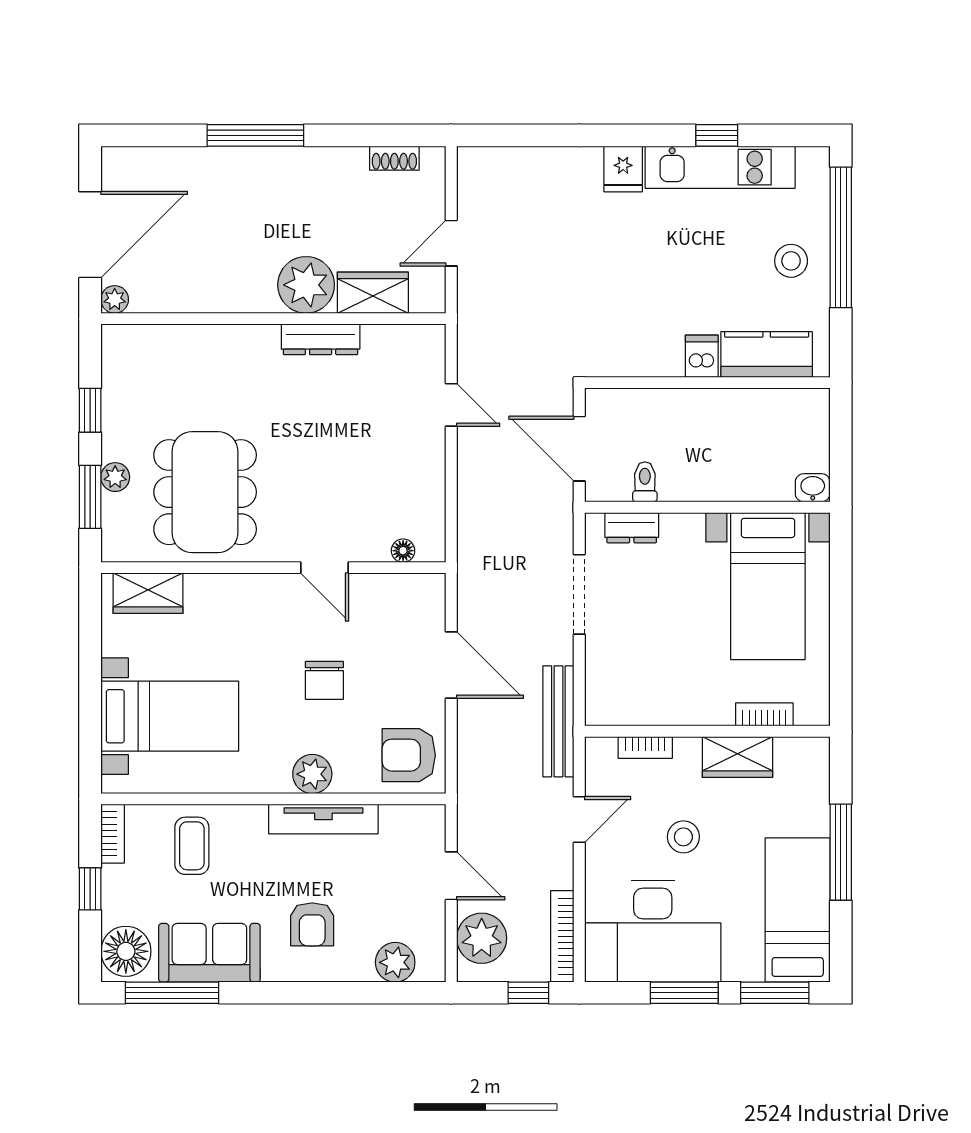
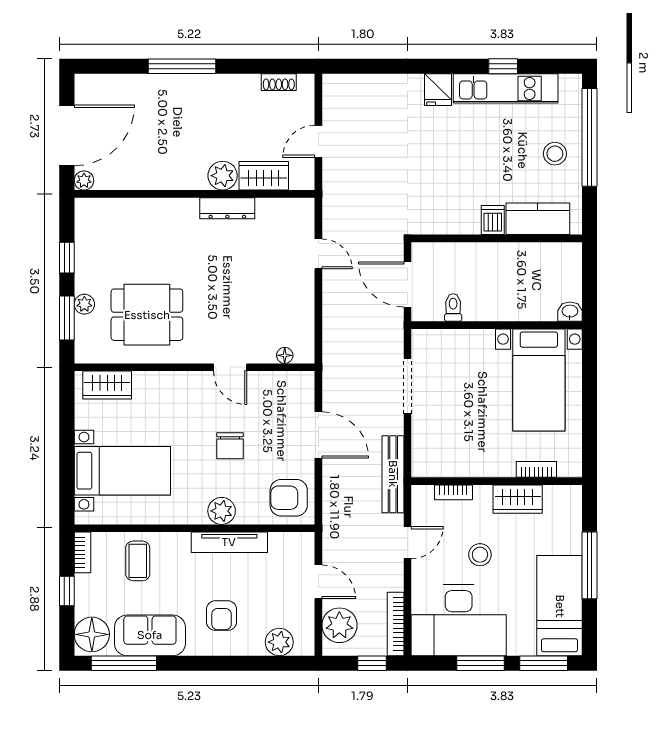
plant: (306, 285) -> (223, 176), width x0.73, depth x0.73
dining table: (205, 492) -> (147, 315), width x0.73
dresser: (632, 528) -> (444, 339), removed

